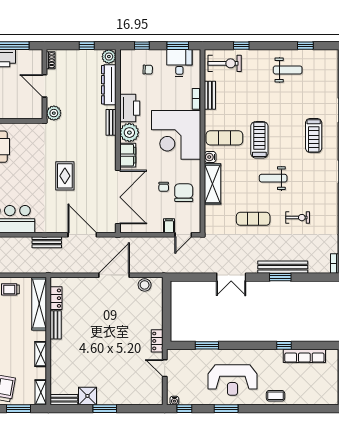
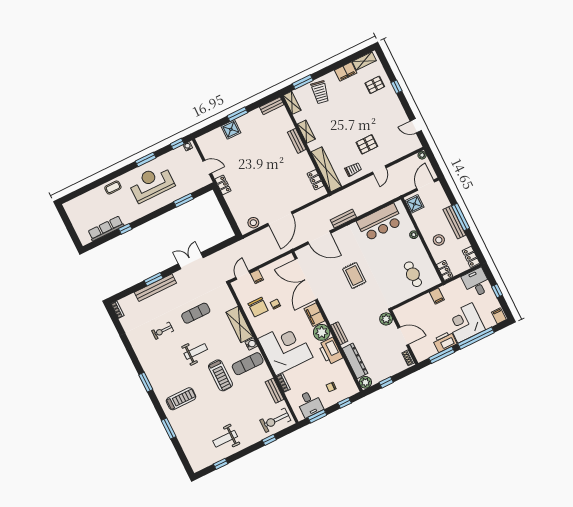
treadmill: (314, 135) -> (181, 399), turned 90
bench: (56, 325) -> (297, 141), moved
shower: (87, 396) -> (231, 129), moved

